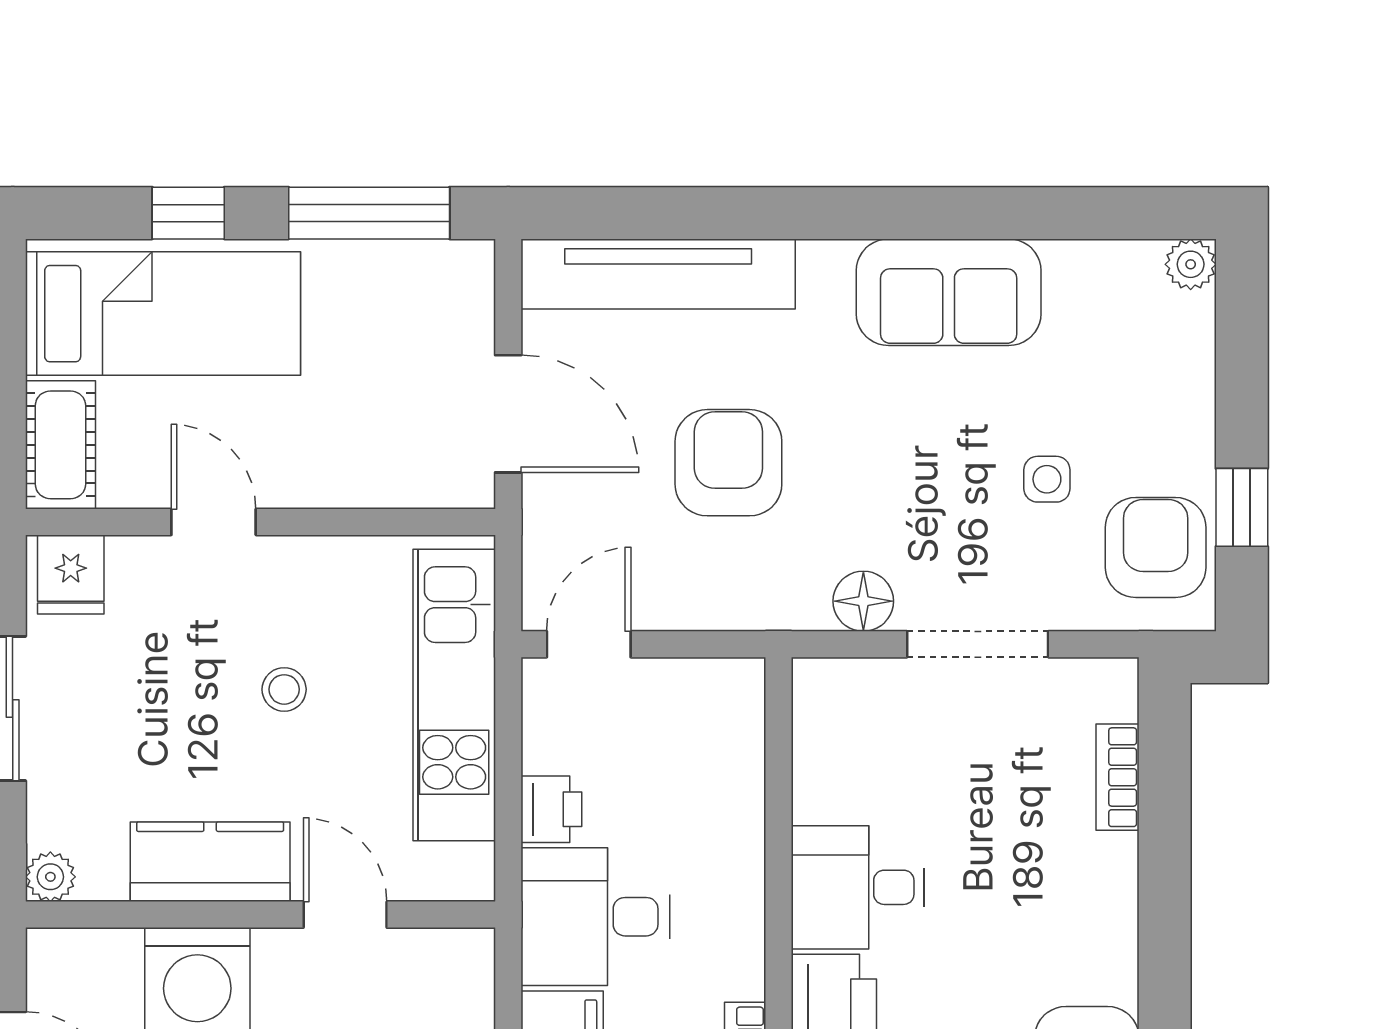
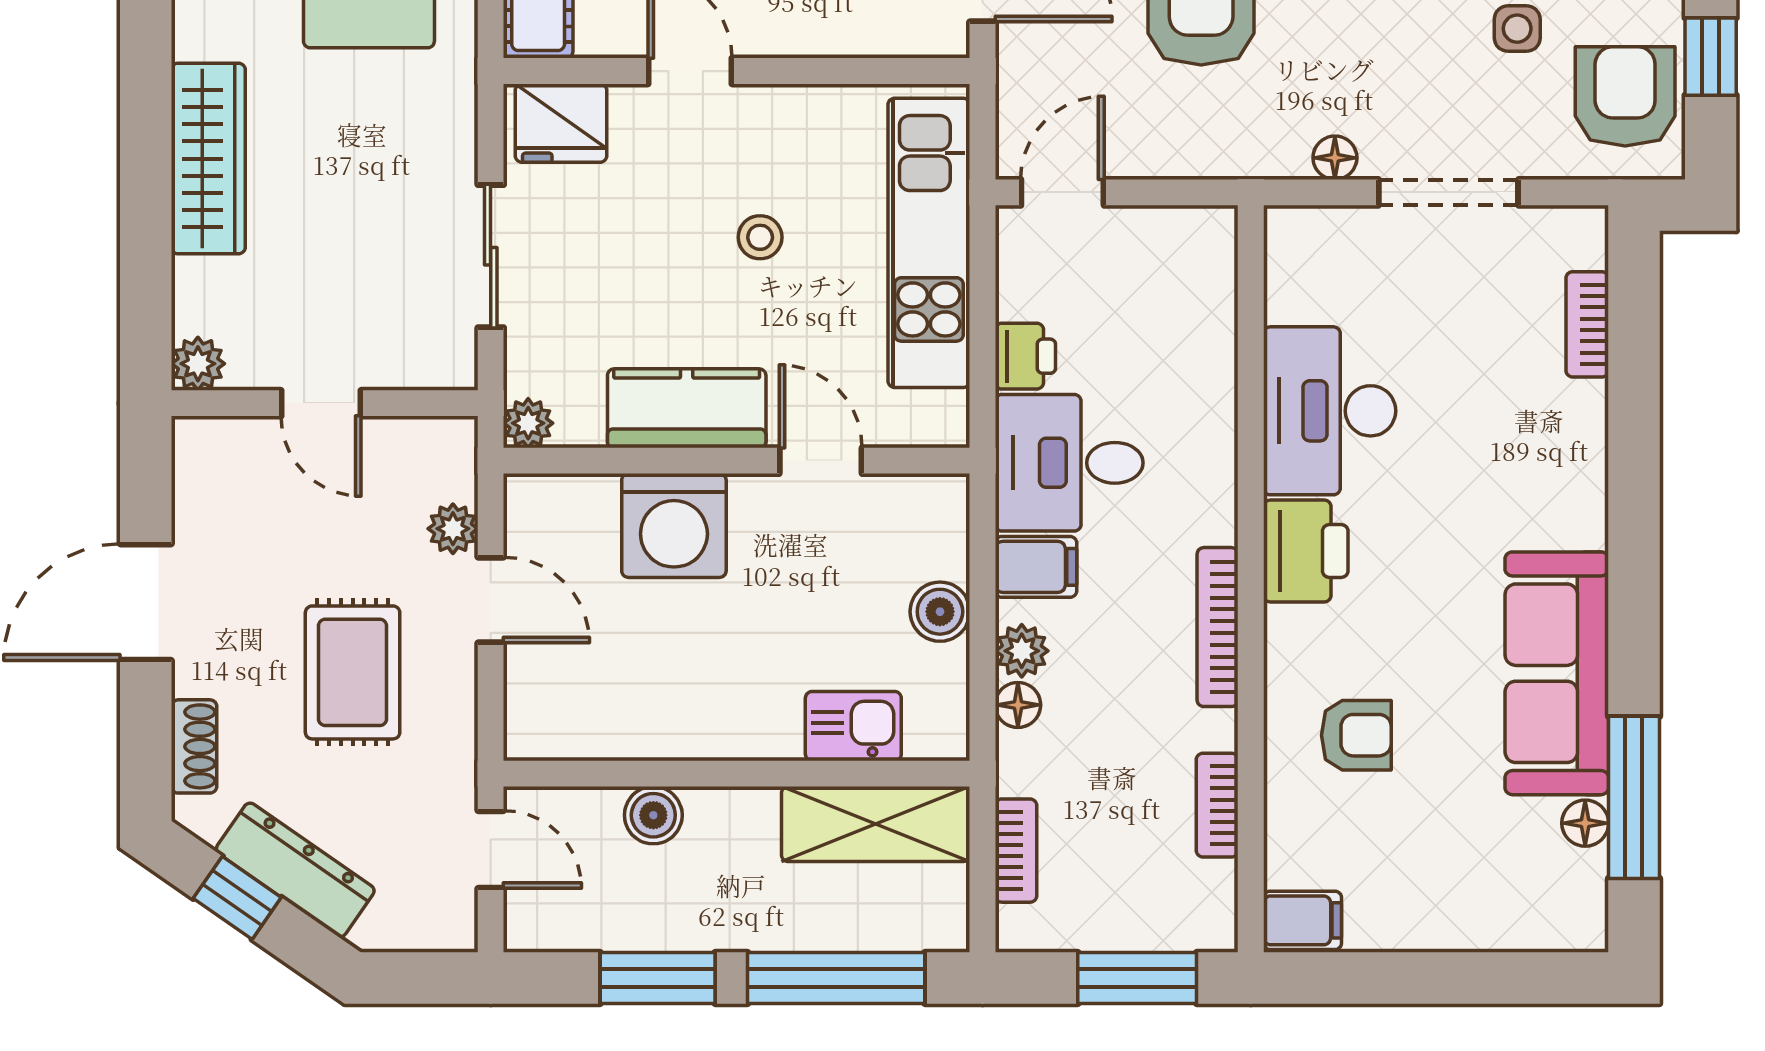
fridge: (71, 574) -> (561, 123), width x1.38
floor lamp: (863, 601) -> (1335, 158), width x0.73, depth x0.73
desk: (858, 887) -> (1330, 411), width x1.37

